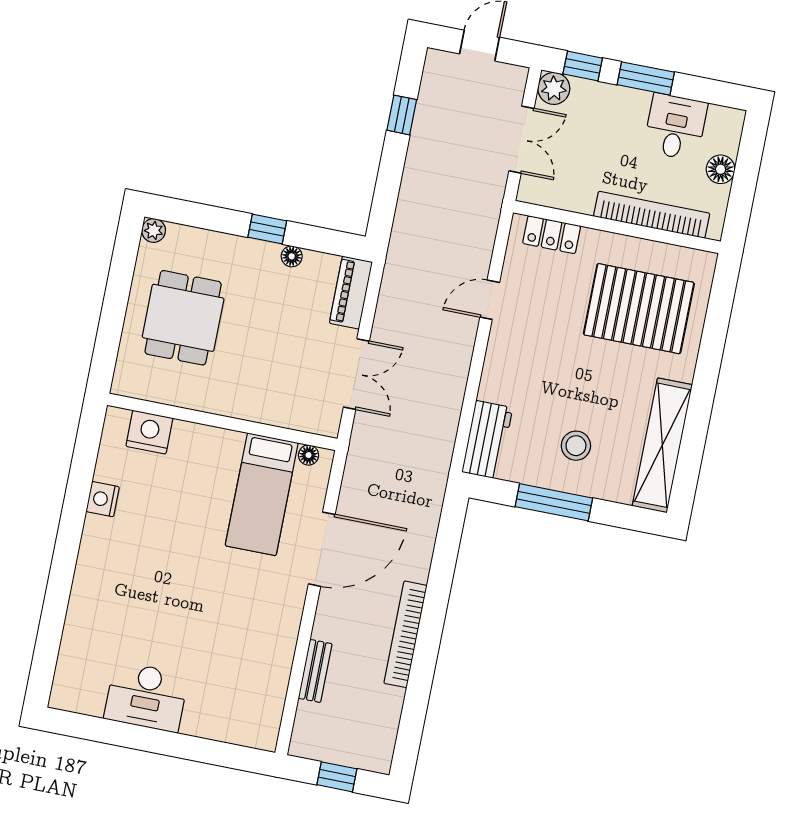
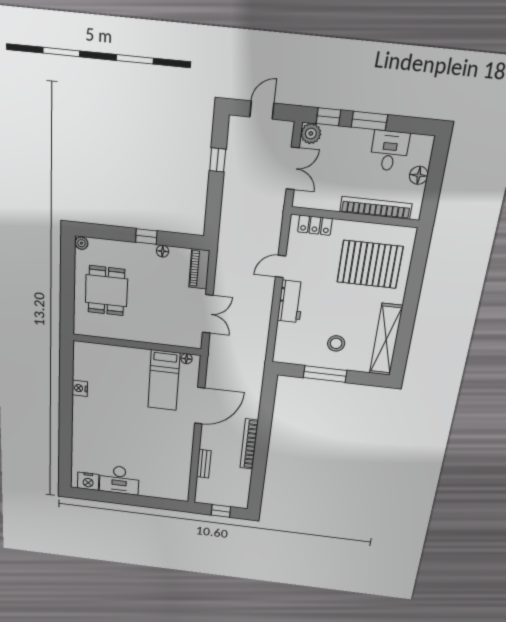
nightstand: (149, 432) -> (88, 481), moved, turned 180
workbench: (487, 440) -> (291, 301), moved

